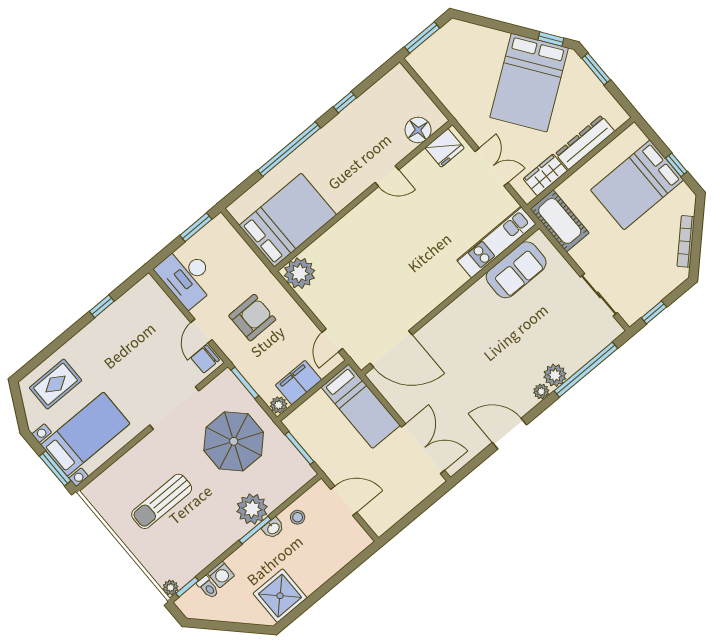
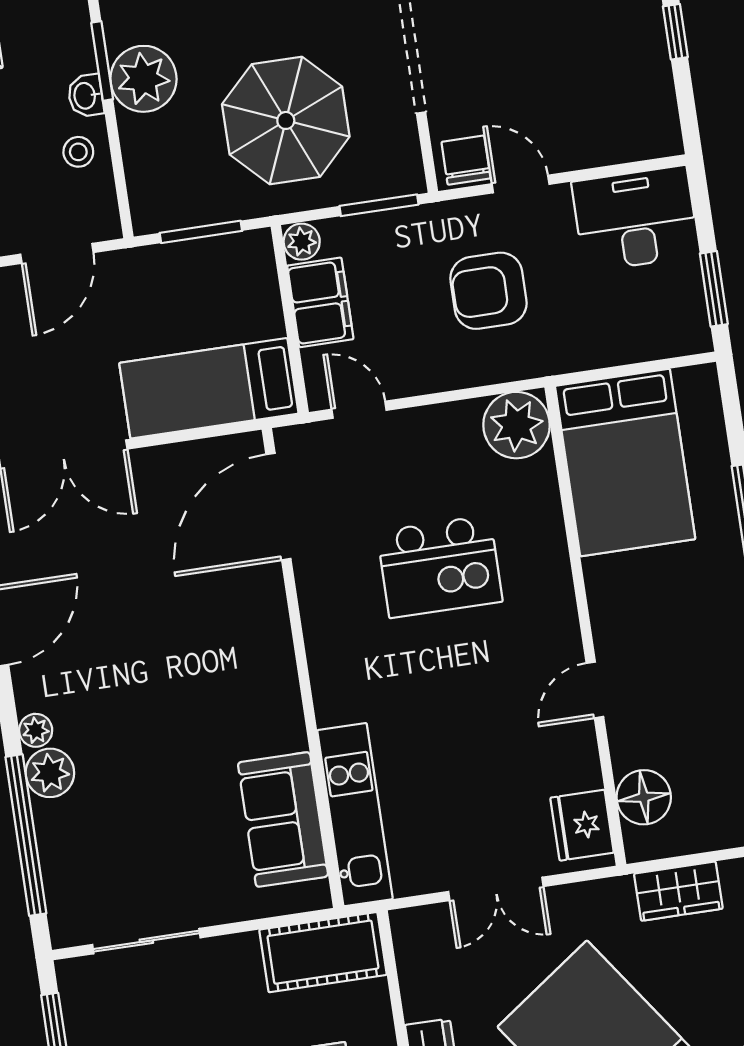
wardrobe: (545, 175) -> (678, 891), moved, turned 90
kitchen island: (375, 269) -> (440, 567), added
armchair: (252, 318) -> (488, 291), turned 90

